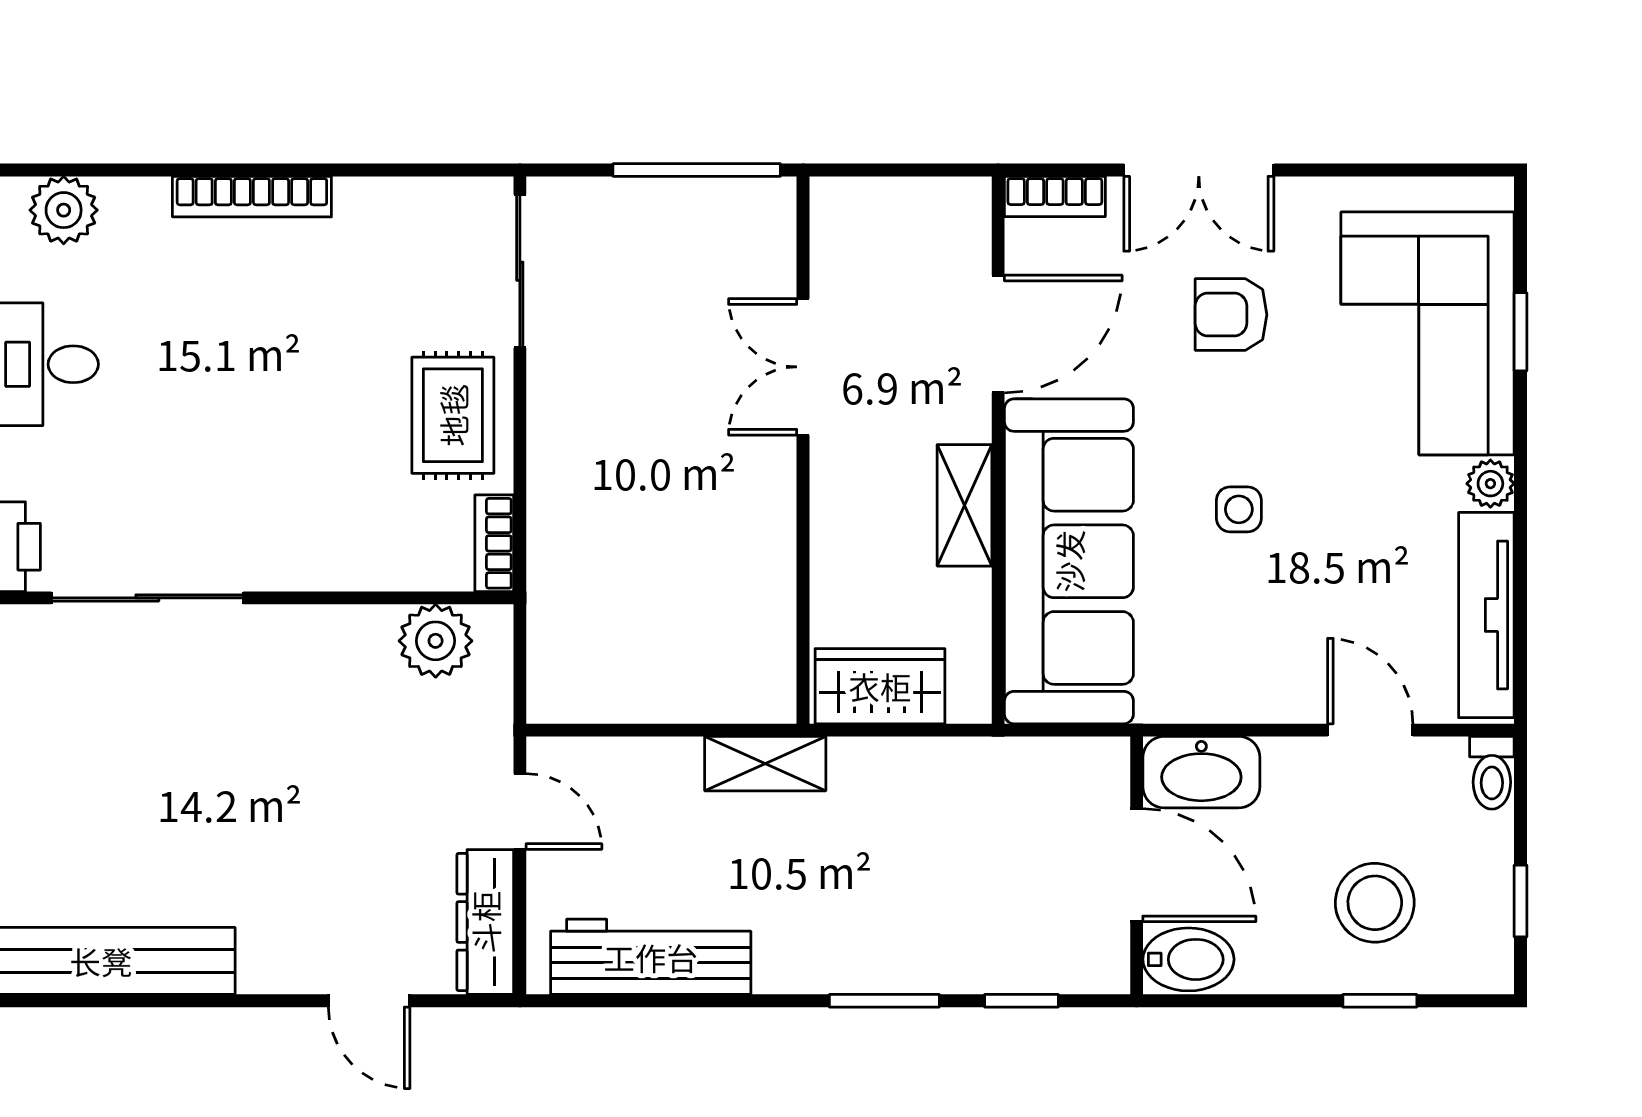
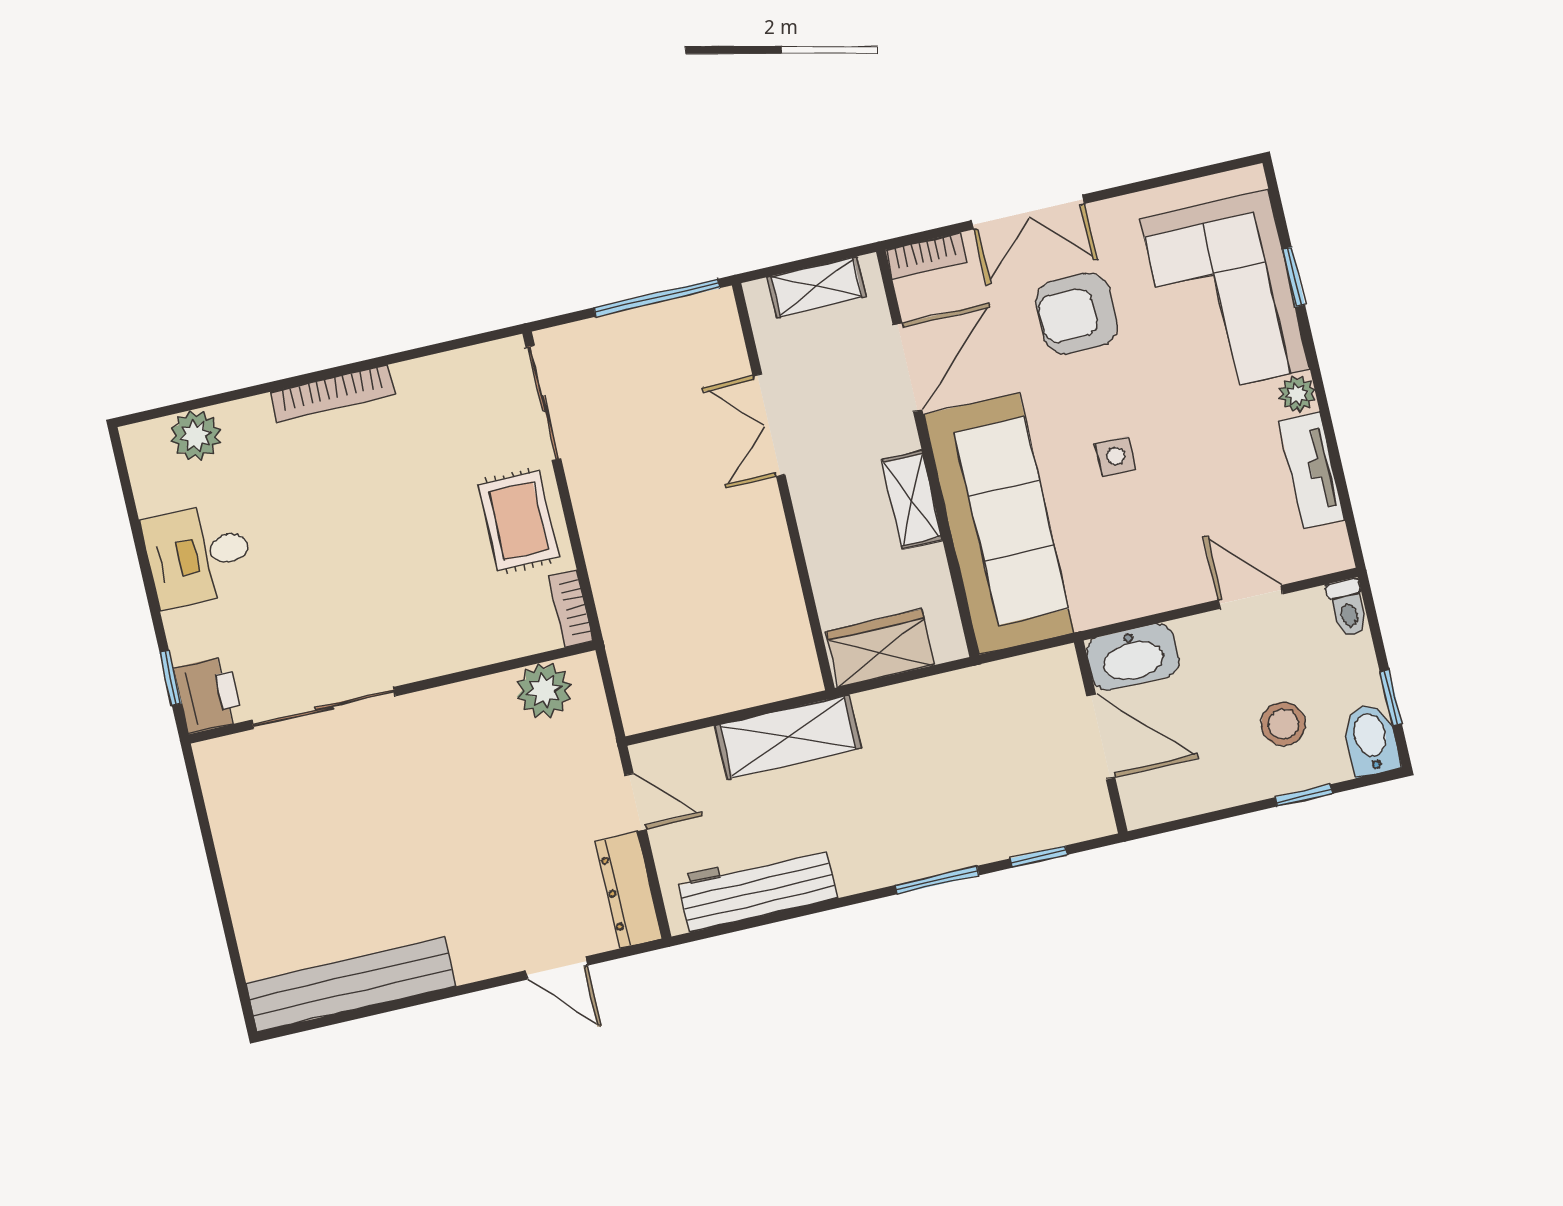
shelving: (905, 203) -> (817, 287), added
armchair: (1231, 315) -> (1077, 313), width x1.38, depth x1.38
tv unit: (1486, 615) -> (1312, 470), width x0.71
shelving: (765, 764) -> (788, 737), width x1.50, depth x1.33
stool: (1375, 903) -> (1283, 724), width x0.73, depth x0.73
bidet: (1188, 959) -> (1371, 740), moved, turned -90

